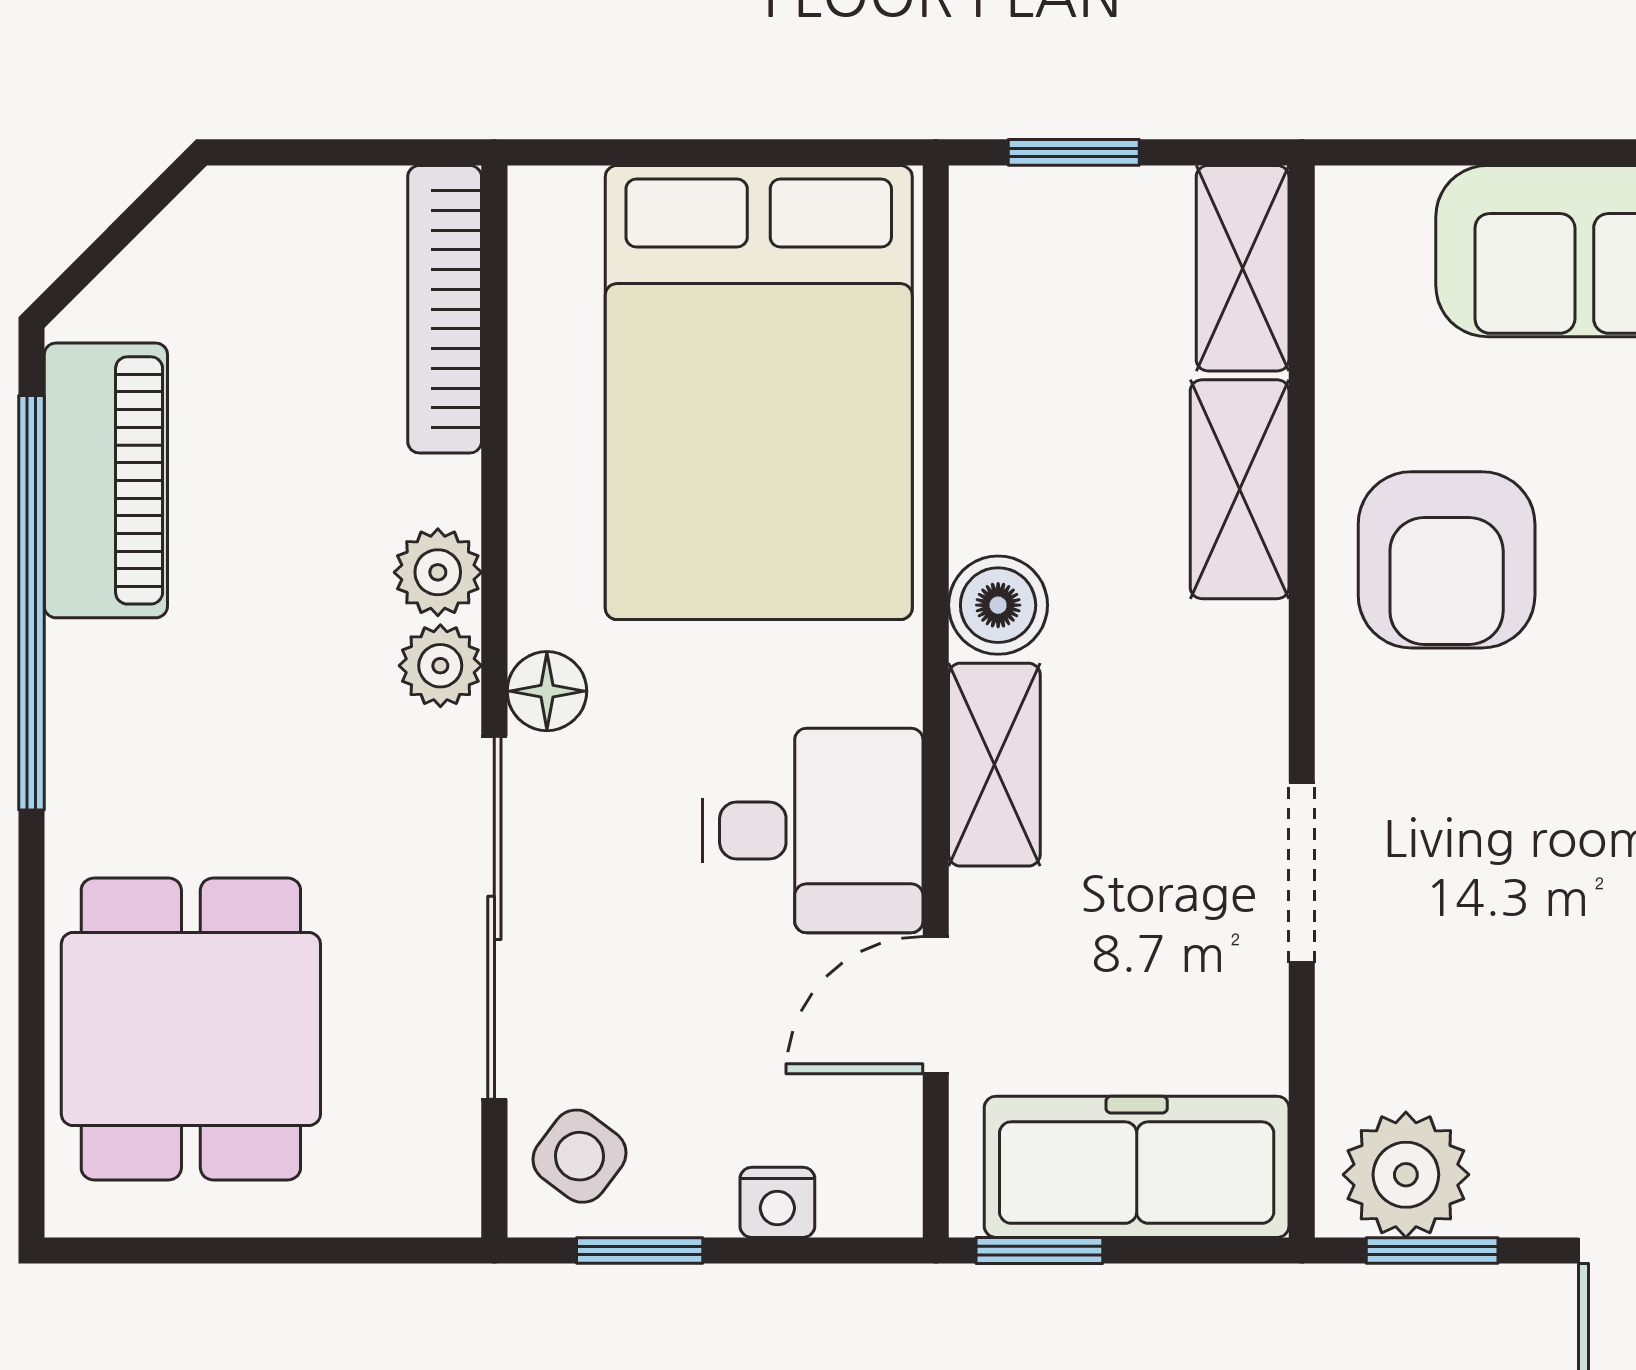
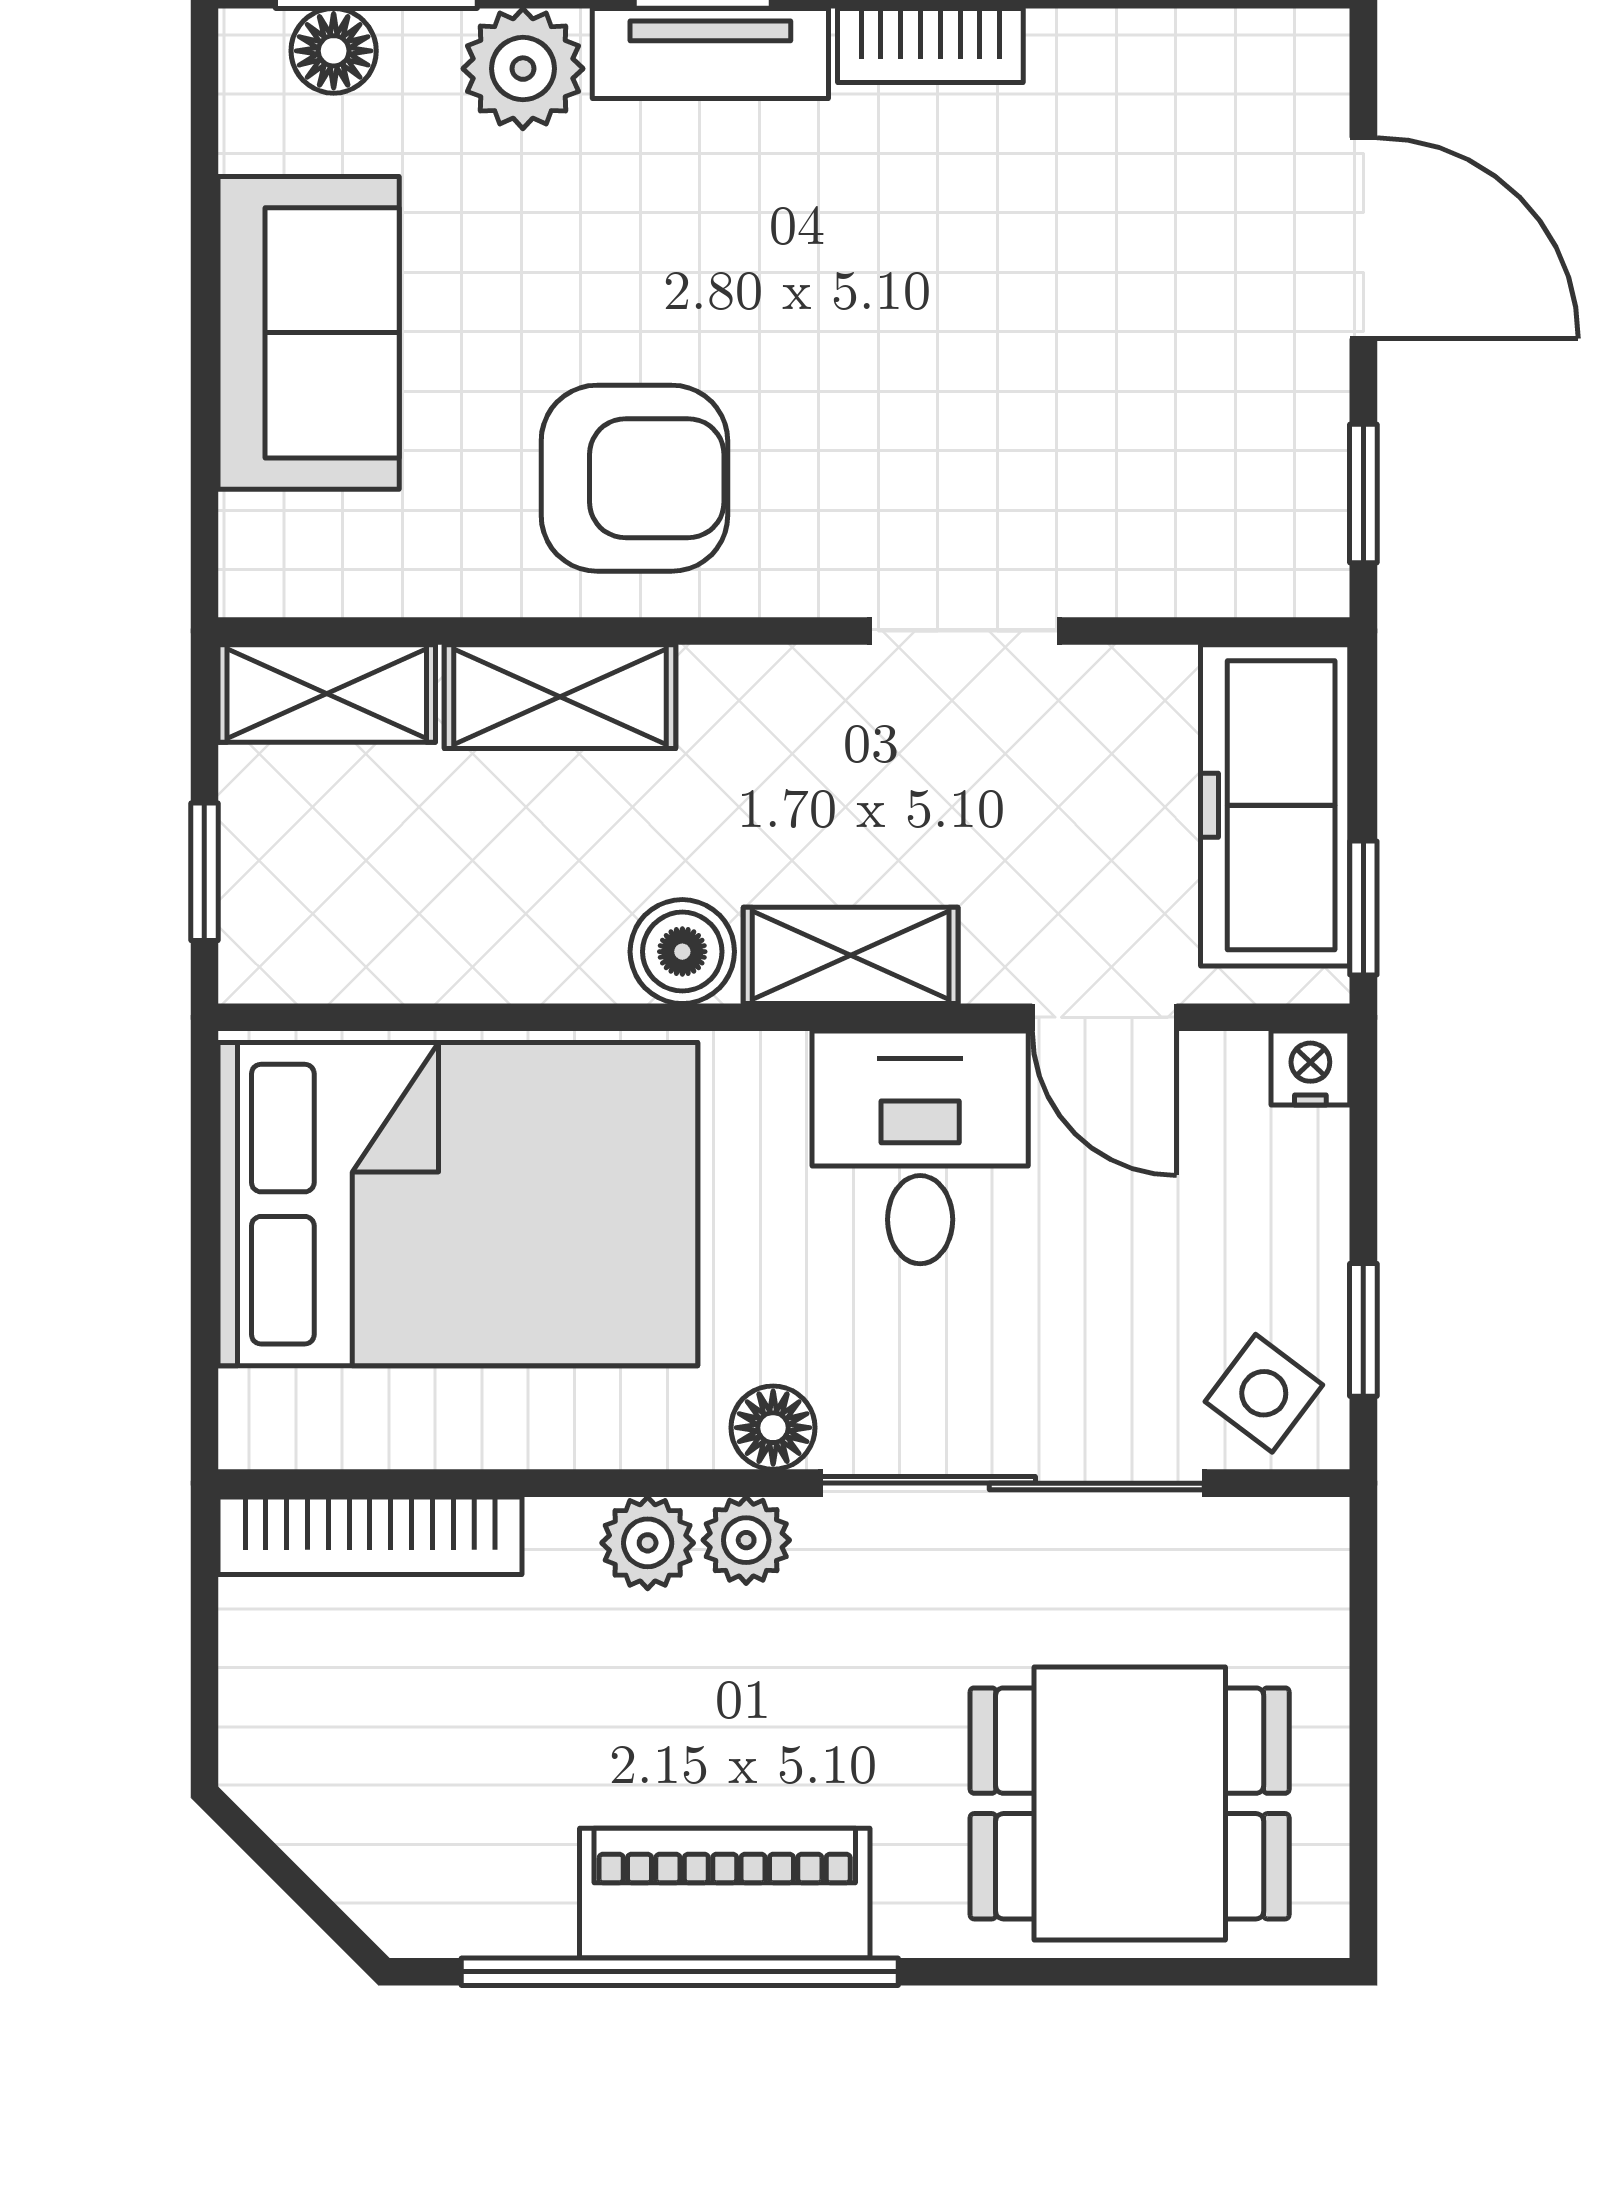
piano: (106, 480) -> (725, 1893), moved
plant: (1406, 1175) -> (1283, 521), removed
nightstand: (777, 1202) -> (1310, 1068), moved, turned -90

